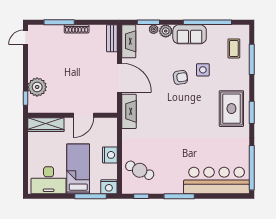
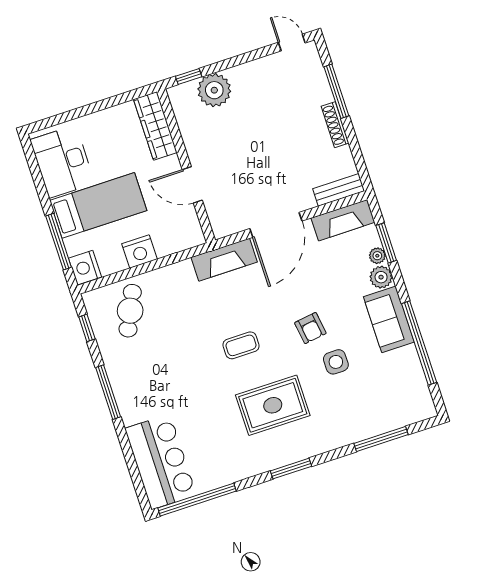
coffee table: (234, 48) -> (241, 345), moved
rug: (231, 109) -> (273, 405), moved
bar counter: (217, 180) -> (161, 462), width x0.73

